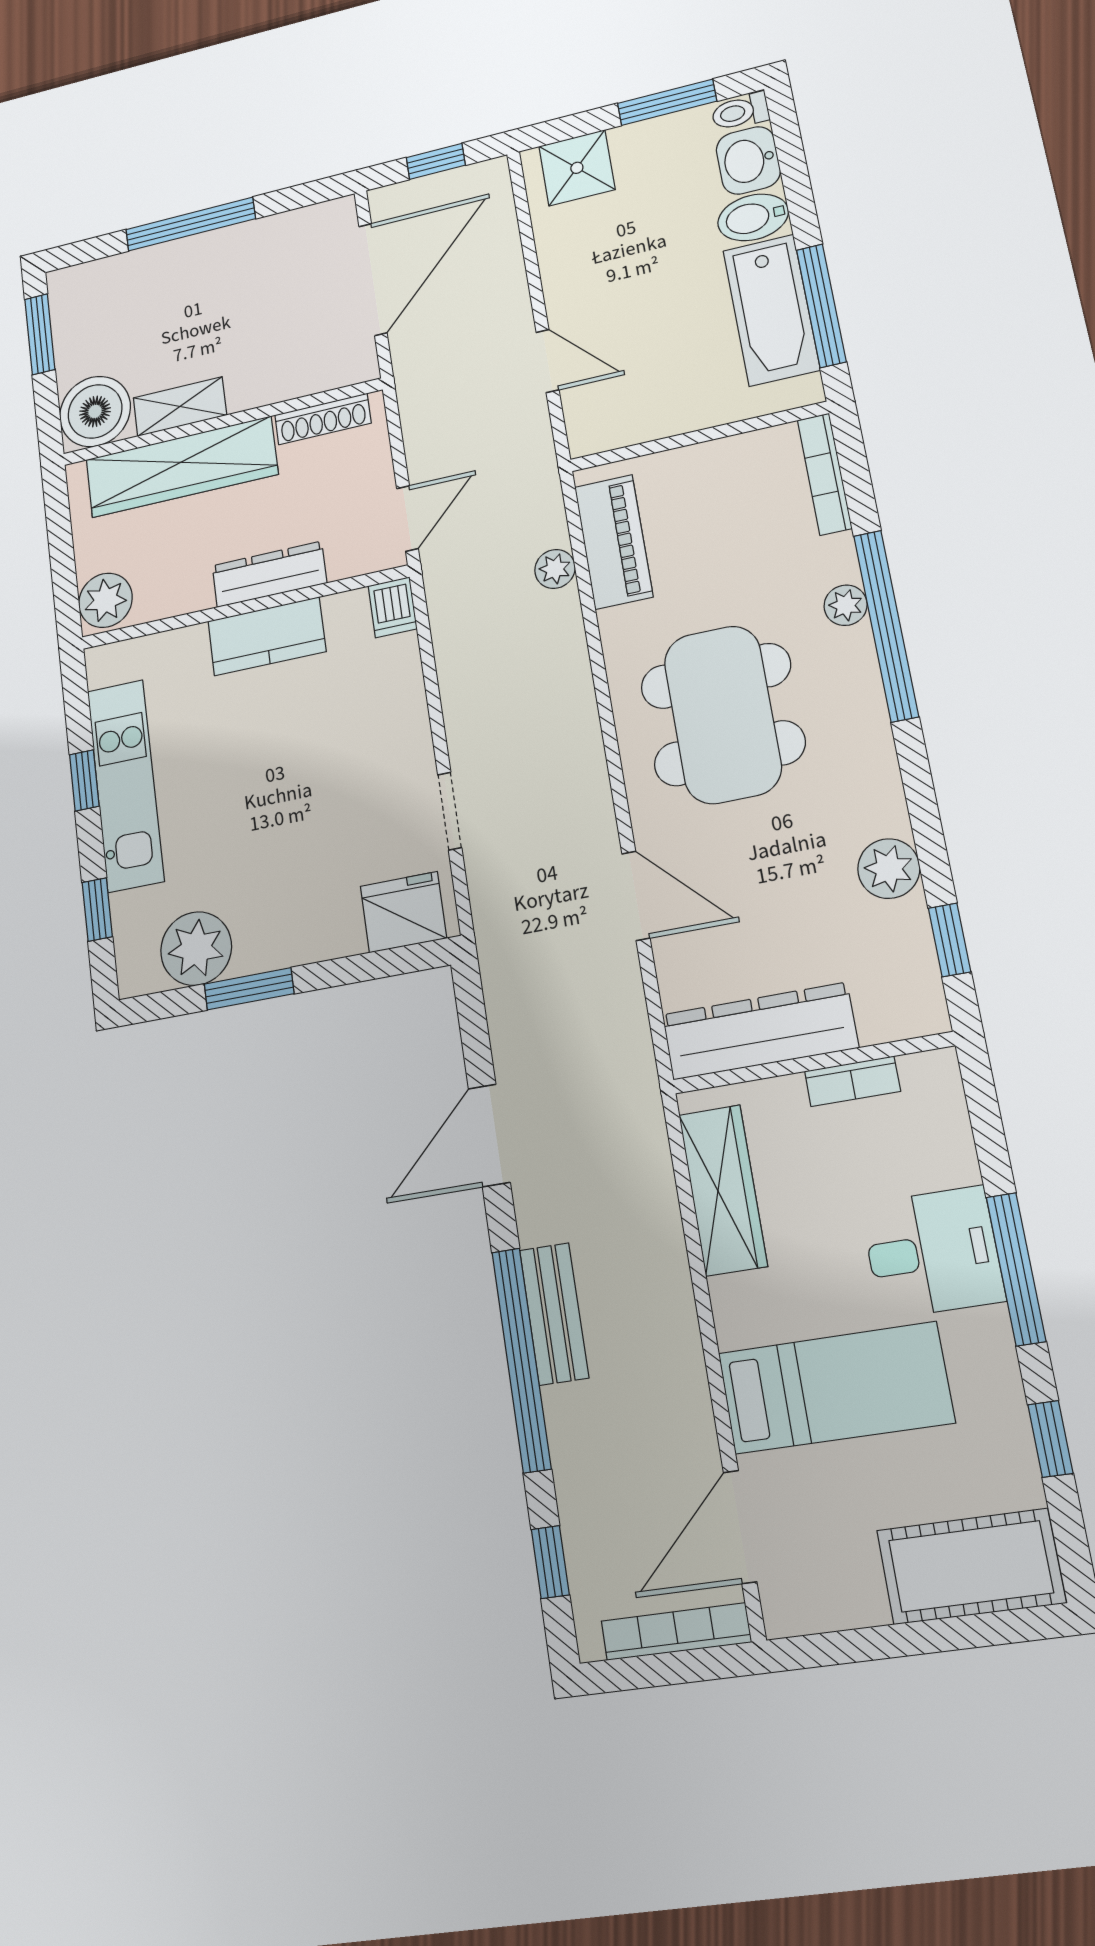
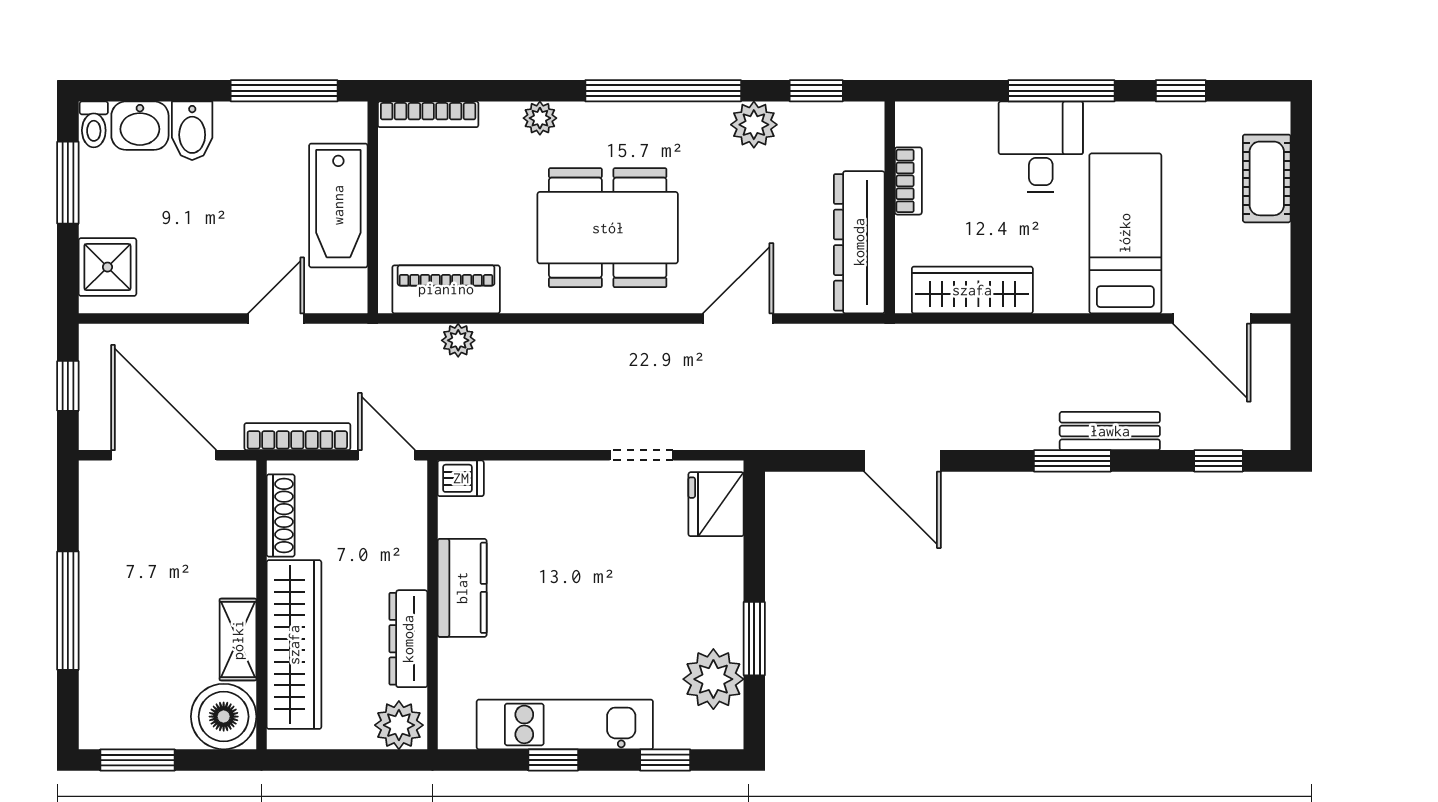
bathtub: (771, 310) -> (338, 205), moved, turned 90
dresser: (269, 574) -> (408, 639), moved
window: (886, 625) -> (663, 91), moved
bench: (554, 1314) -> (1110, 431), moved
window: (521, 1359) -> (1072, 461), width x0.47
cot: (971, 1566) -> (1267, 178), width x0.73, depth x0.75
bookcase: (676, 1632) -> (297, 437), moved, turned 90

